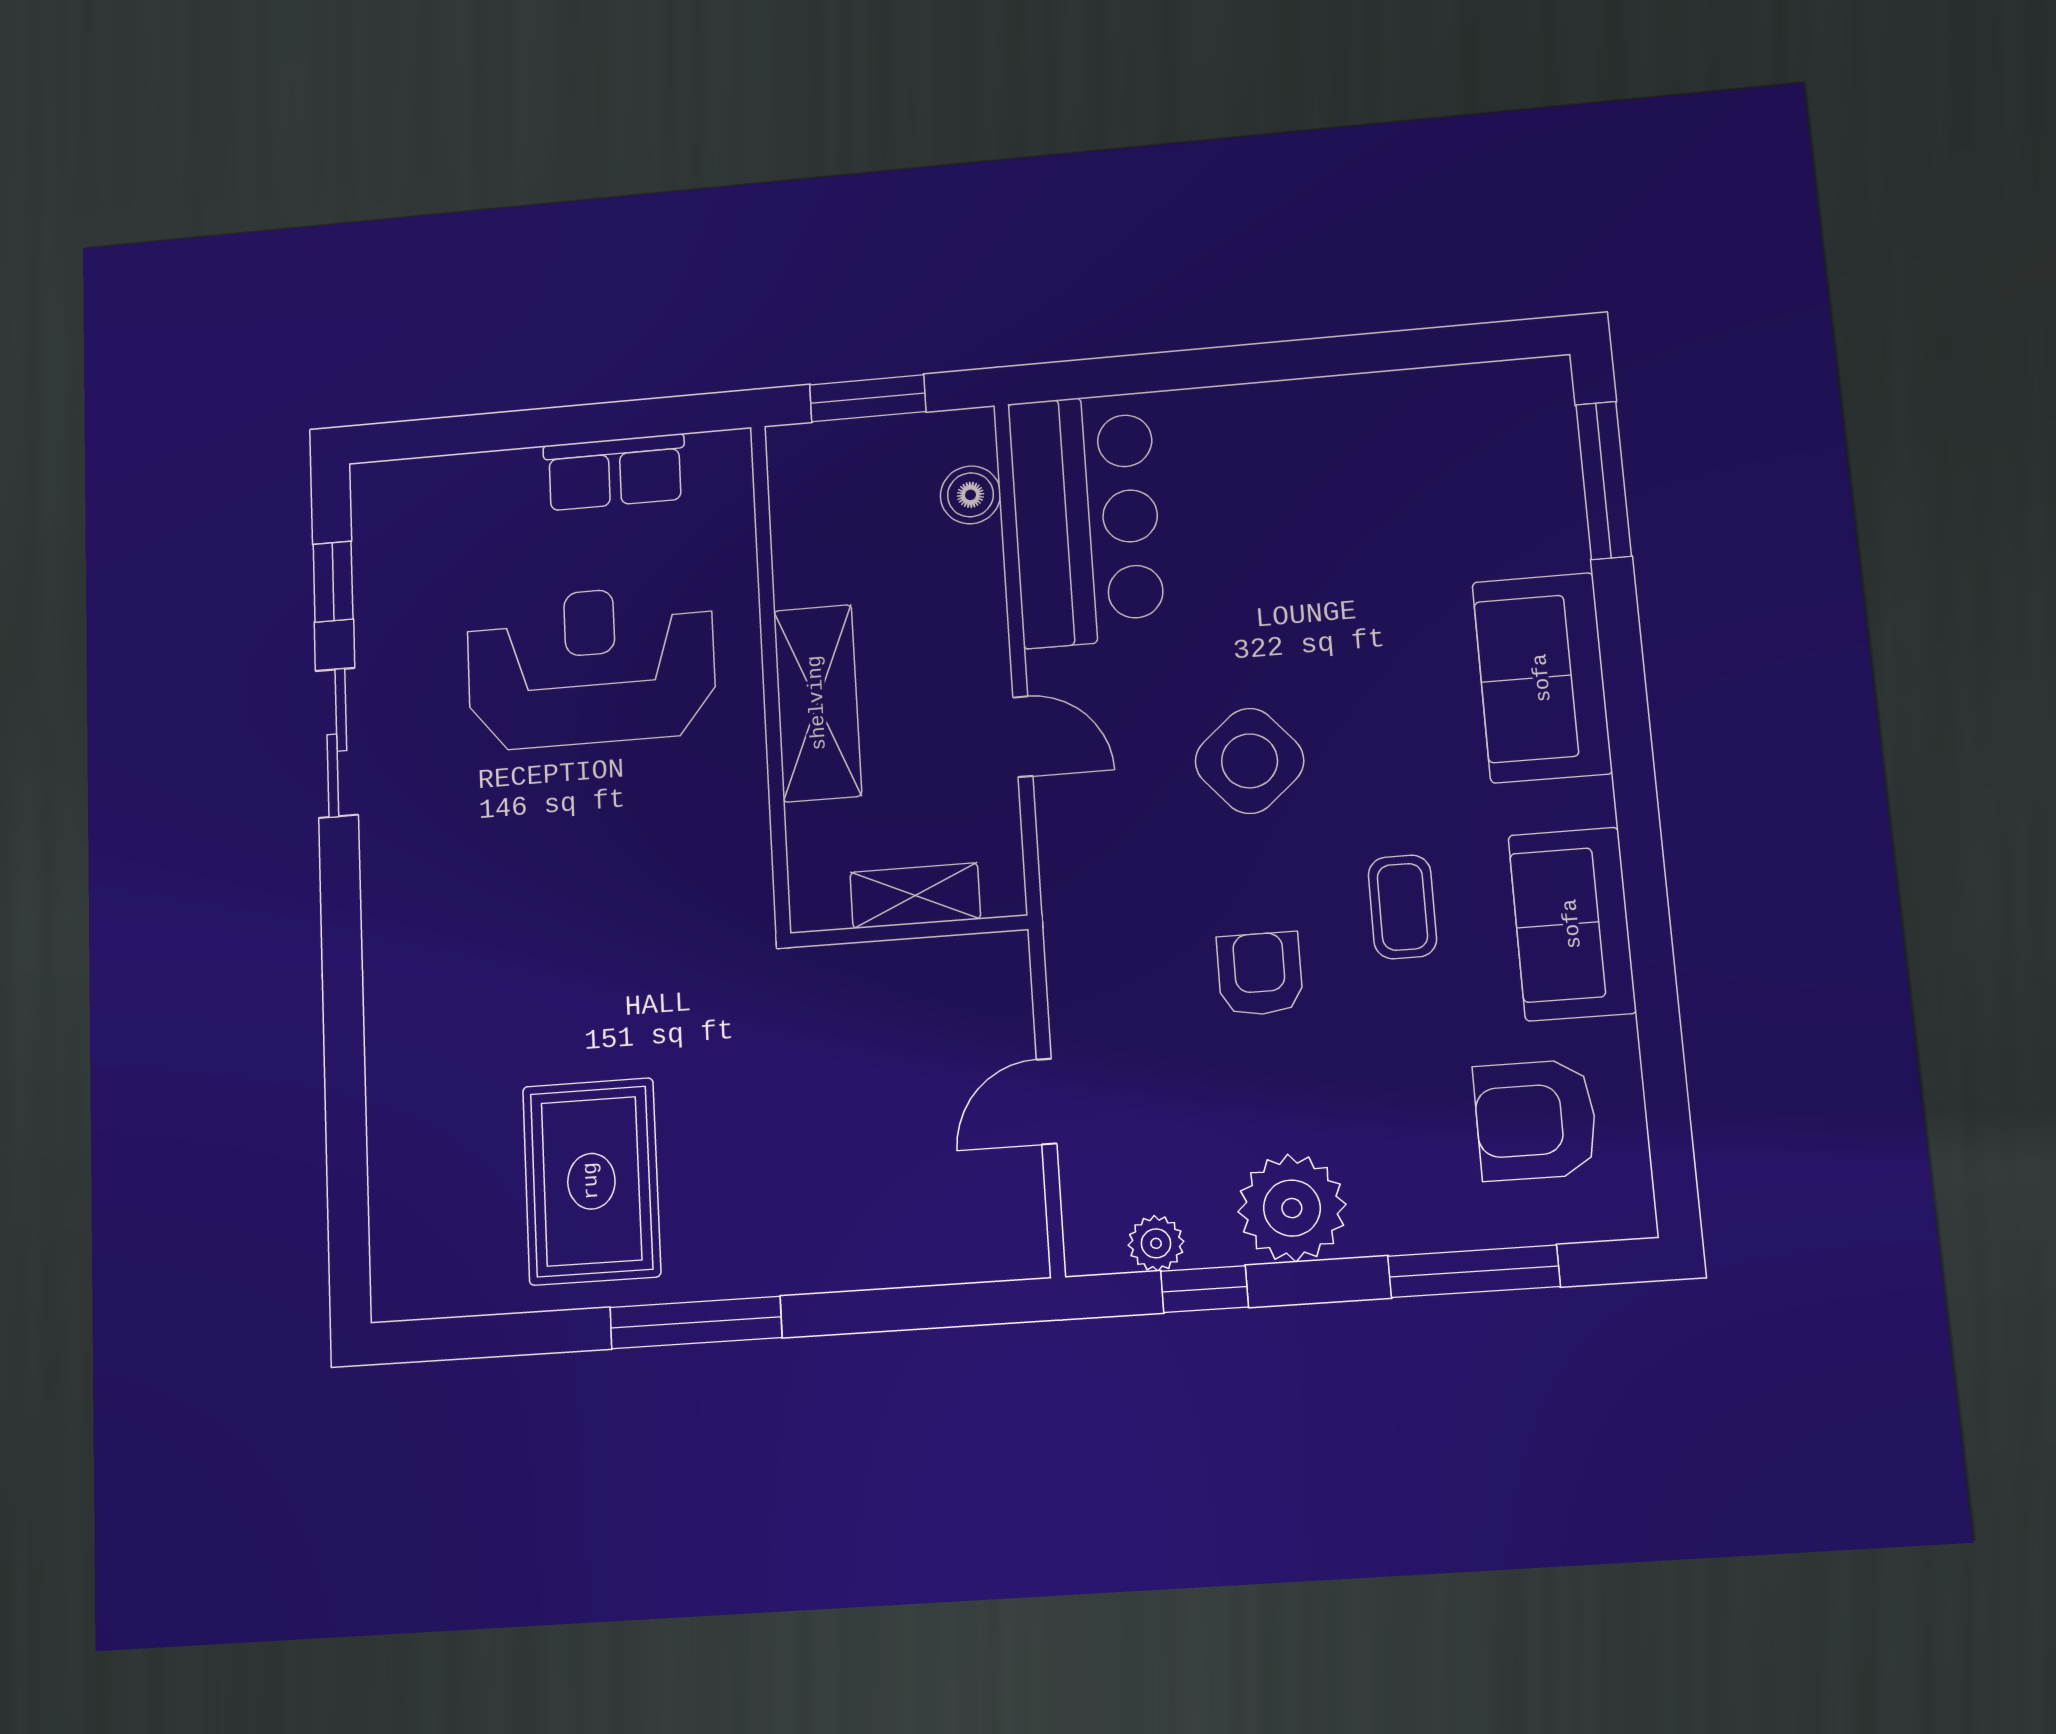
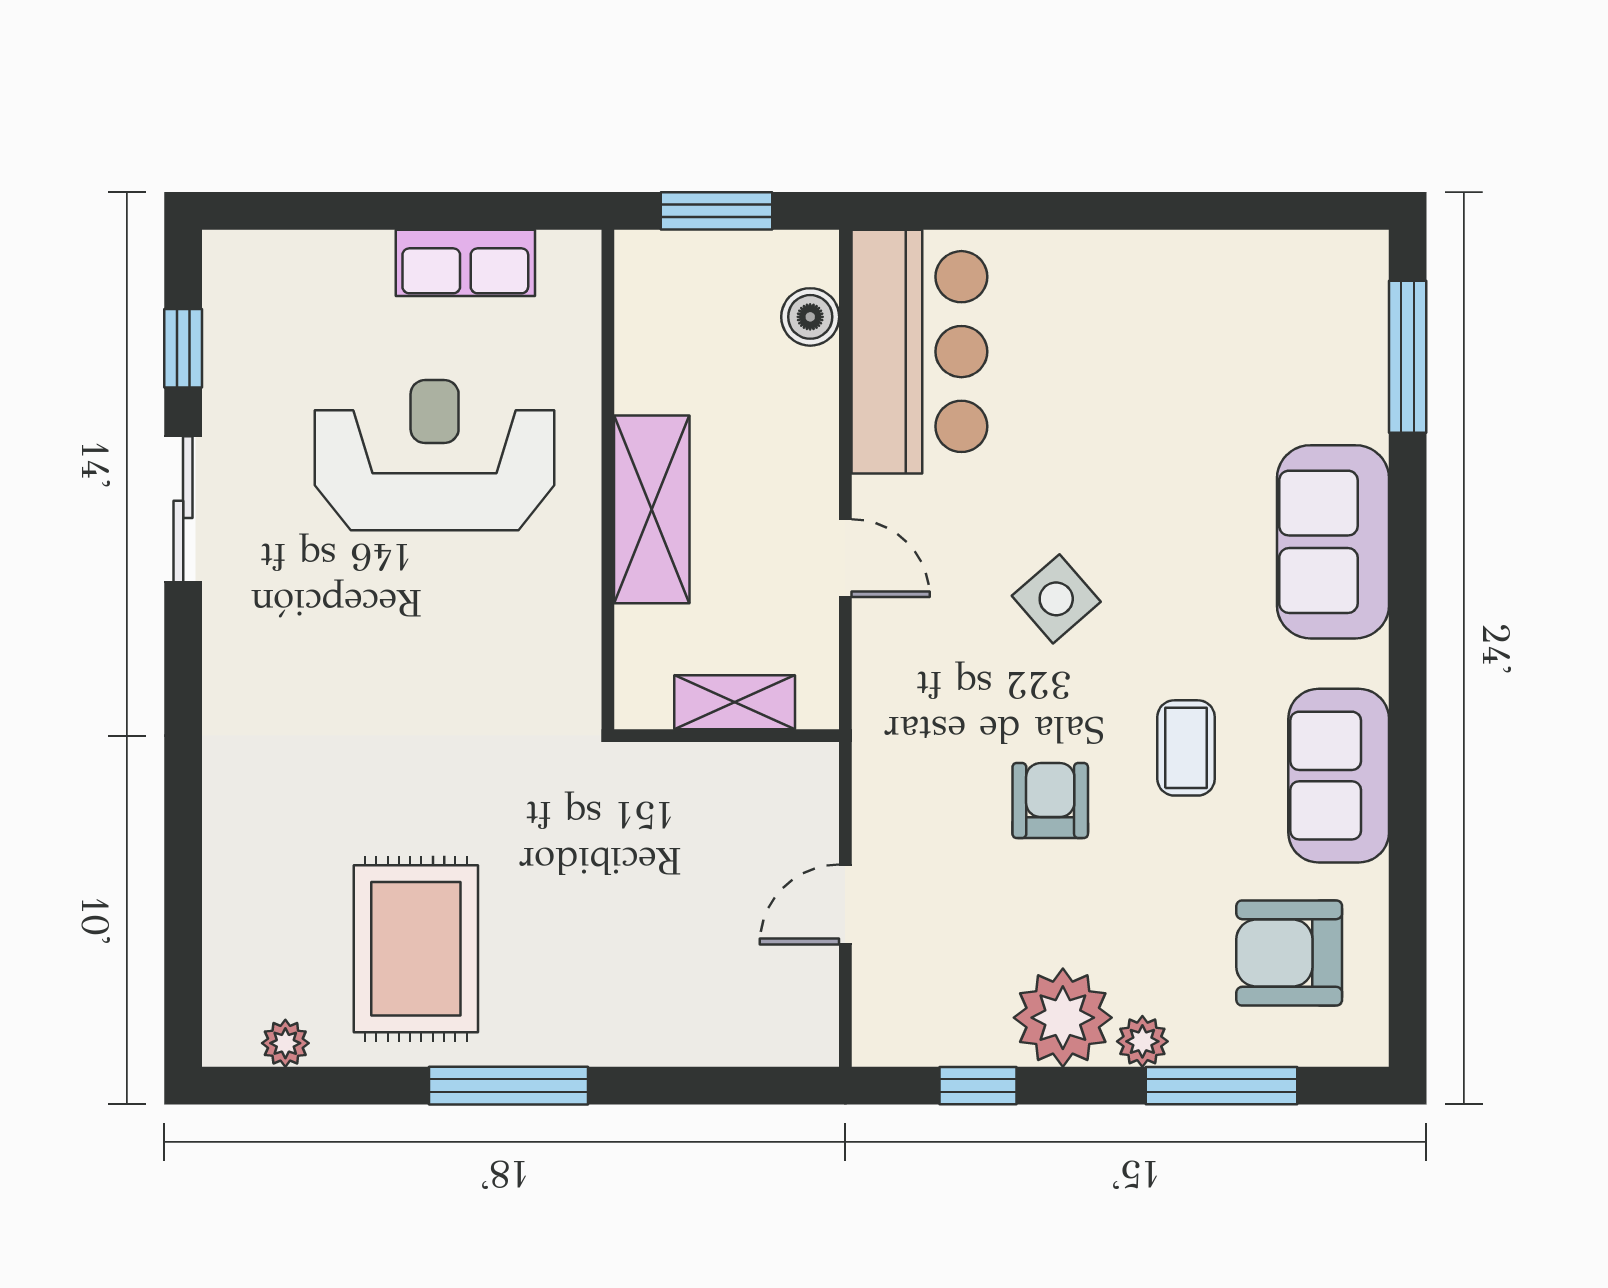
side table: (1250, 761) -> (1056, 599), width x0.73, depth x0.73
plant: (1156, 1243) -> (1142, 1041), moved
plant: (457, 1292) -> (285, 1043), added

